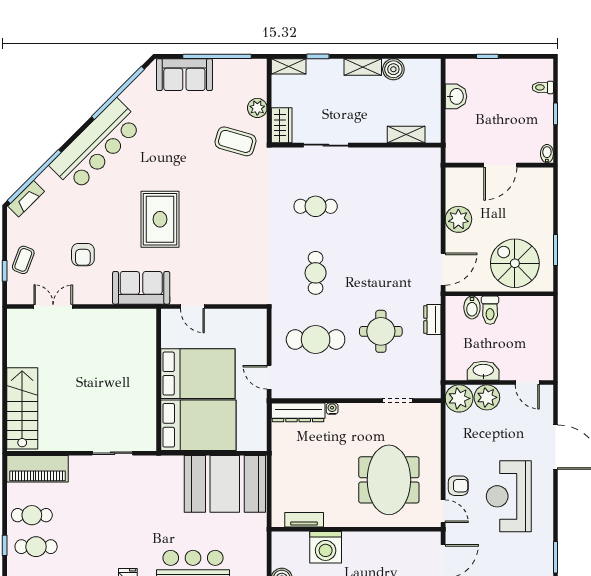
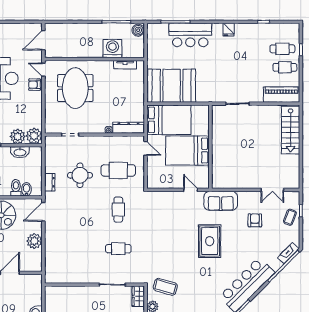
shelving: (406, 135) -> (65, 291), removed
bed: (198, 425) -> (169, 120), moved, turned 180

